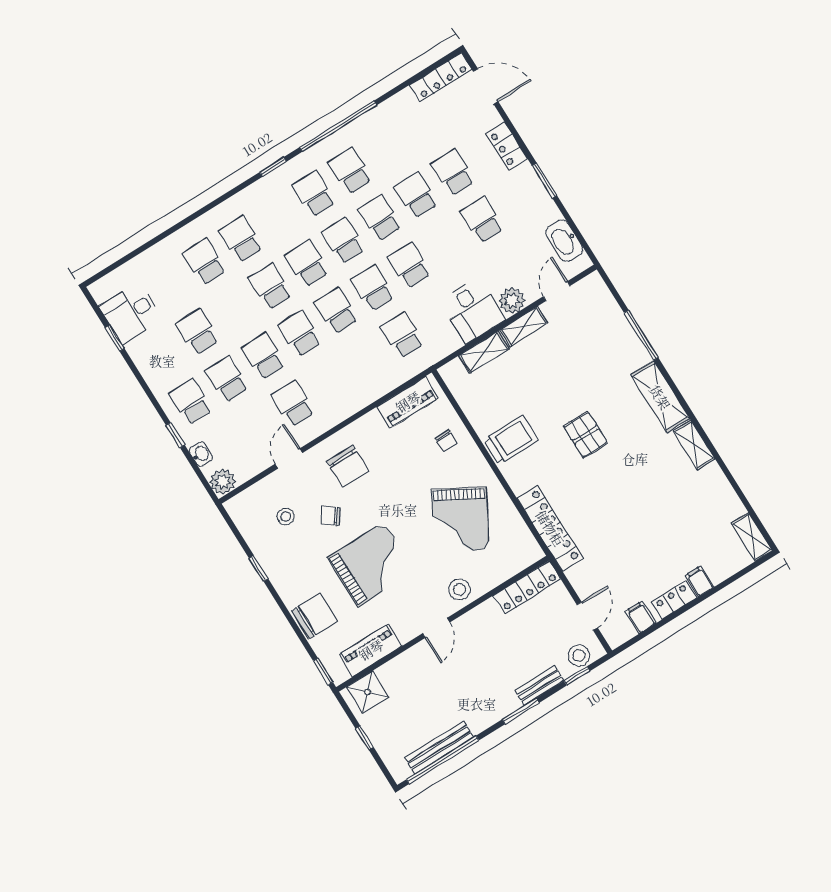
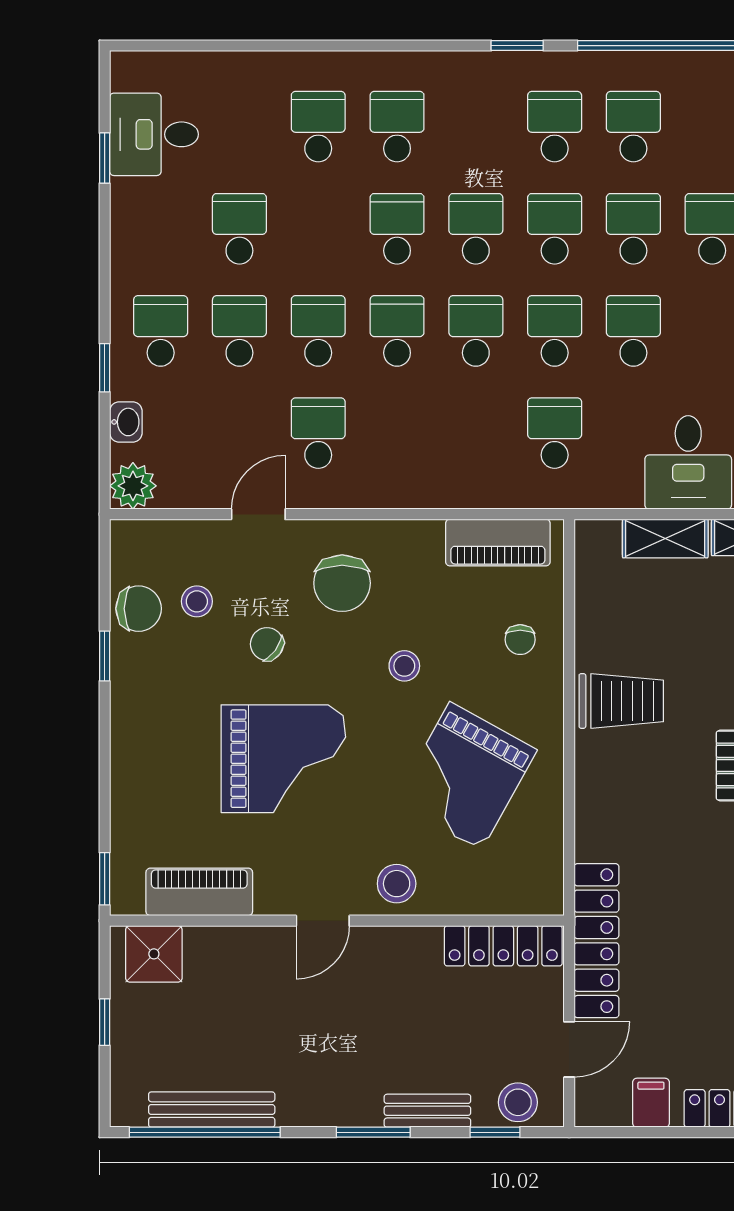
stool: (400, 486) -> (404, 666), added
locker: (550, 528) -> (596, 941), moved
chair: (315, 616) -> (139, 609), moved, width x0.73, depth x0.73

